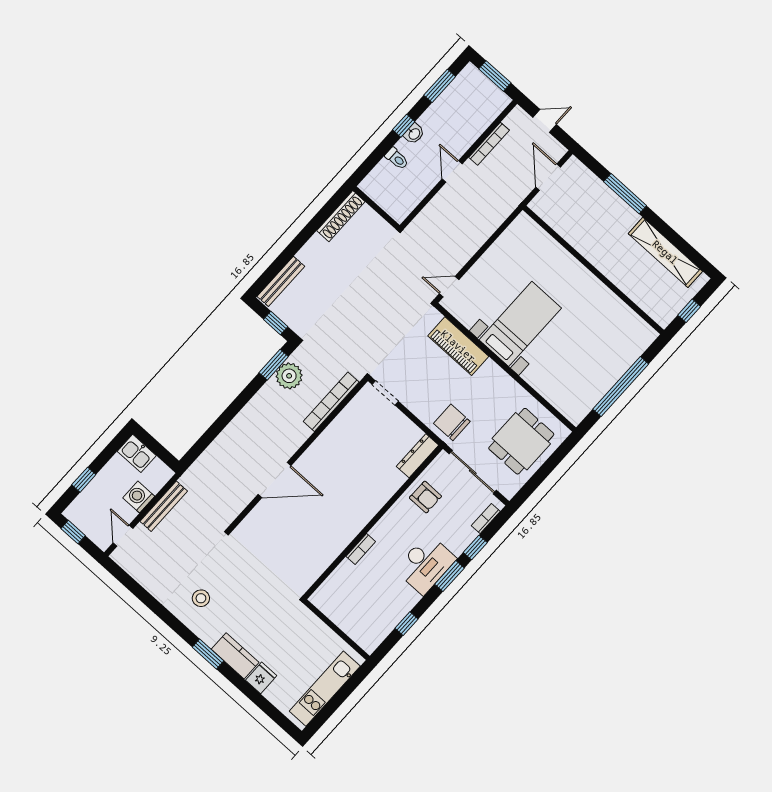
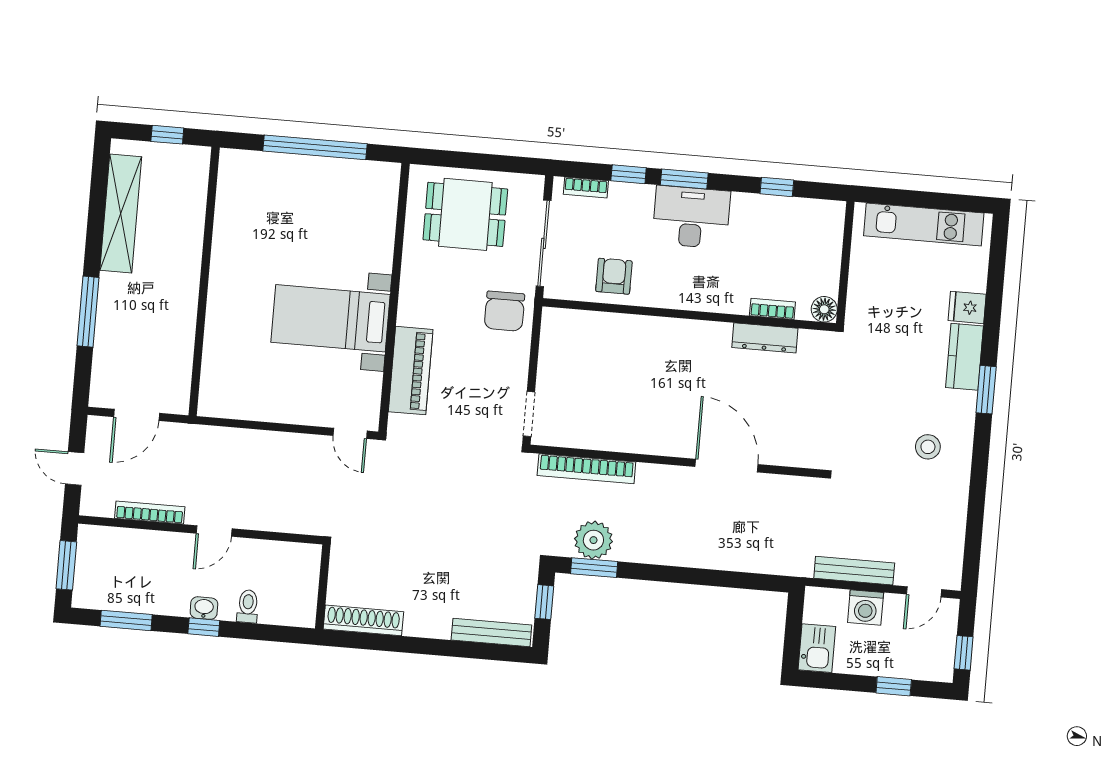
dresser: (418, 456) -> (765, 338), moved
bookcase: (361, 549) -> (772, 309), moved
floor lamp: (320, 599) -> (824, 309), added

